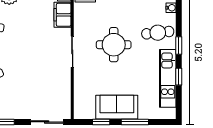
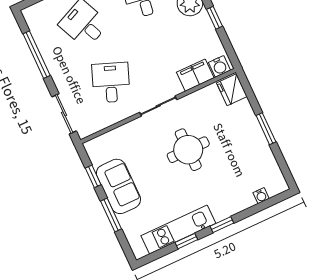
cafe table: (158, 33) -> (225, 194), removed
desk: (40, 78) -> (111, 83), added

